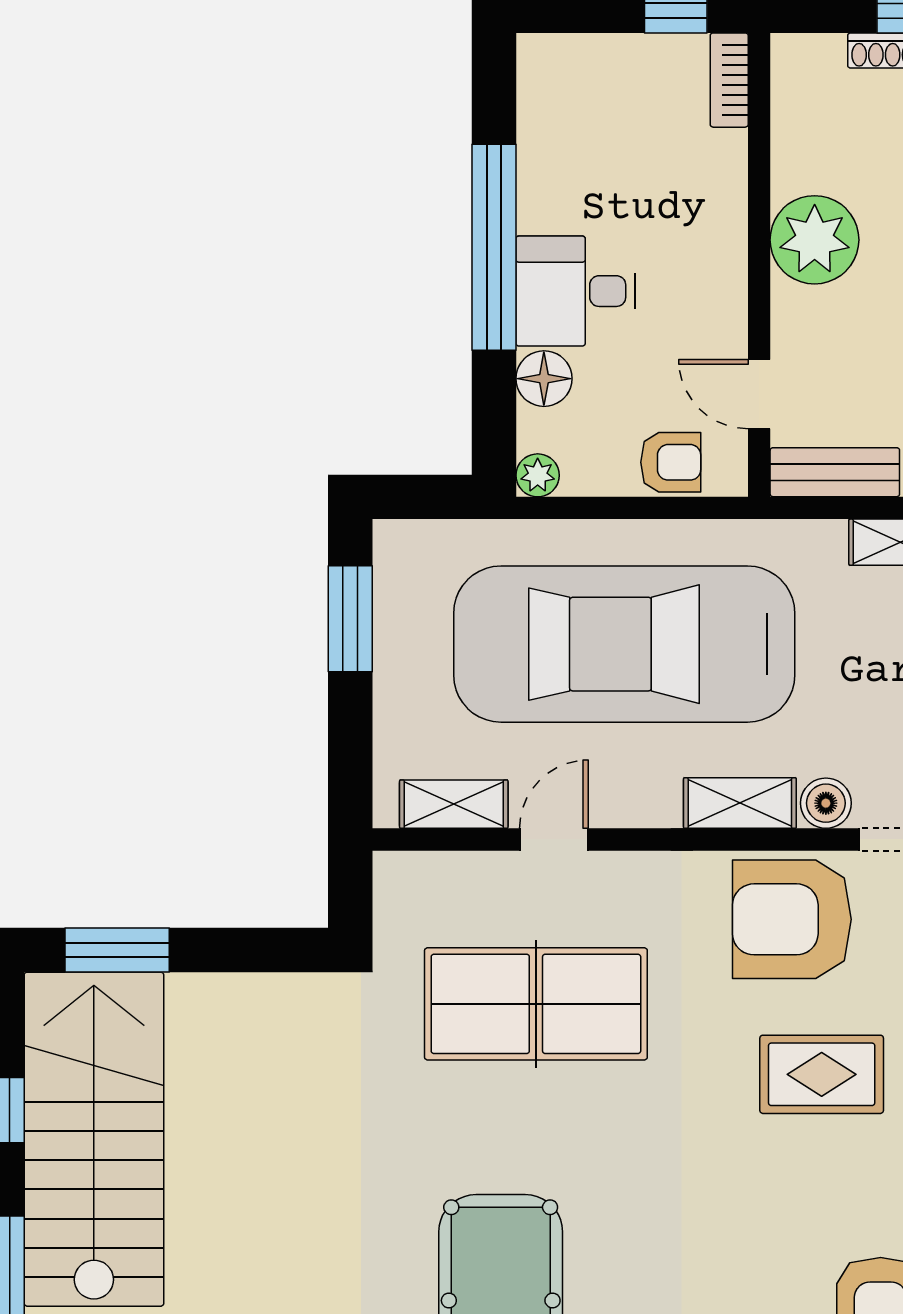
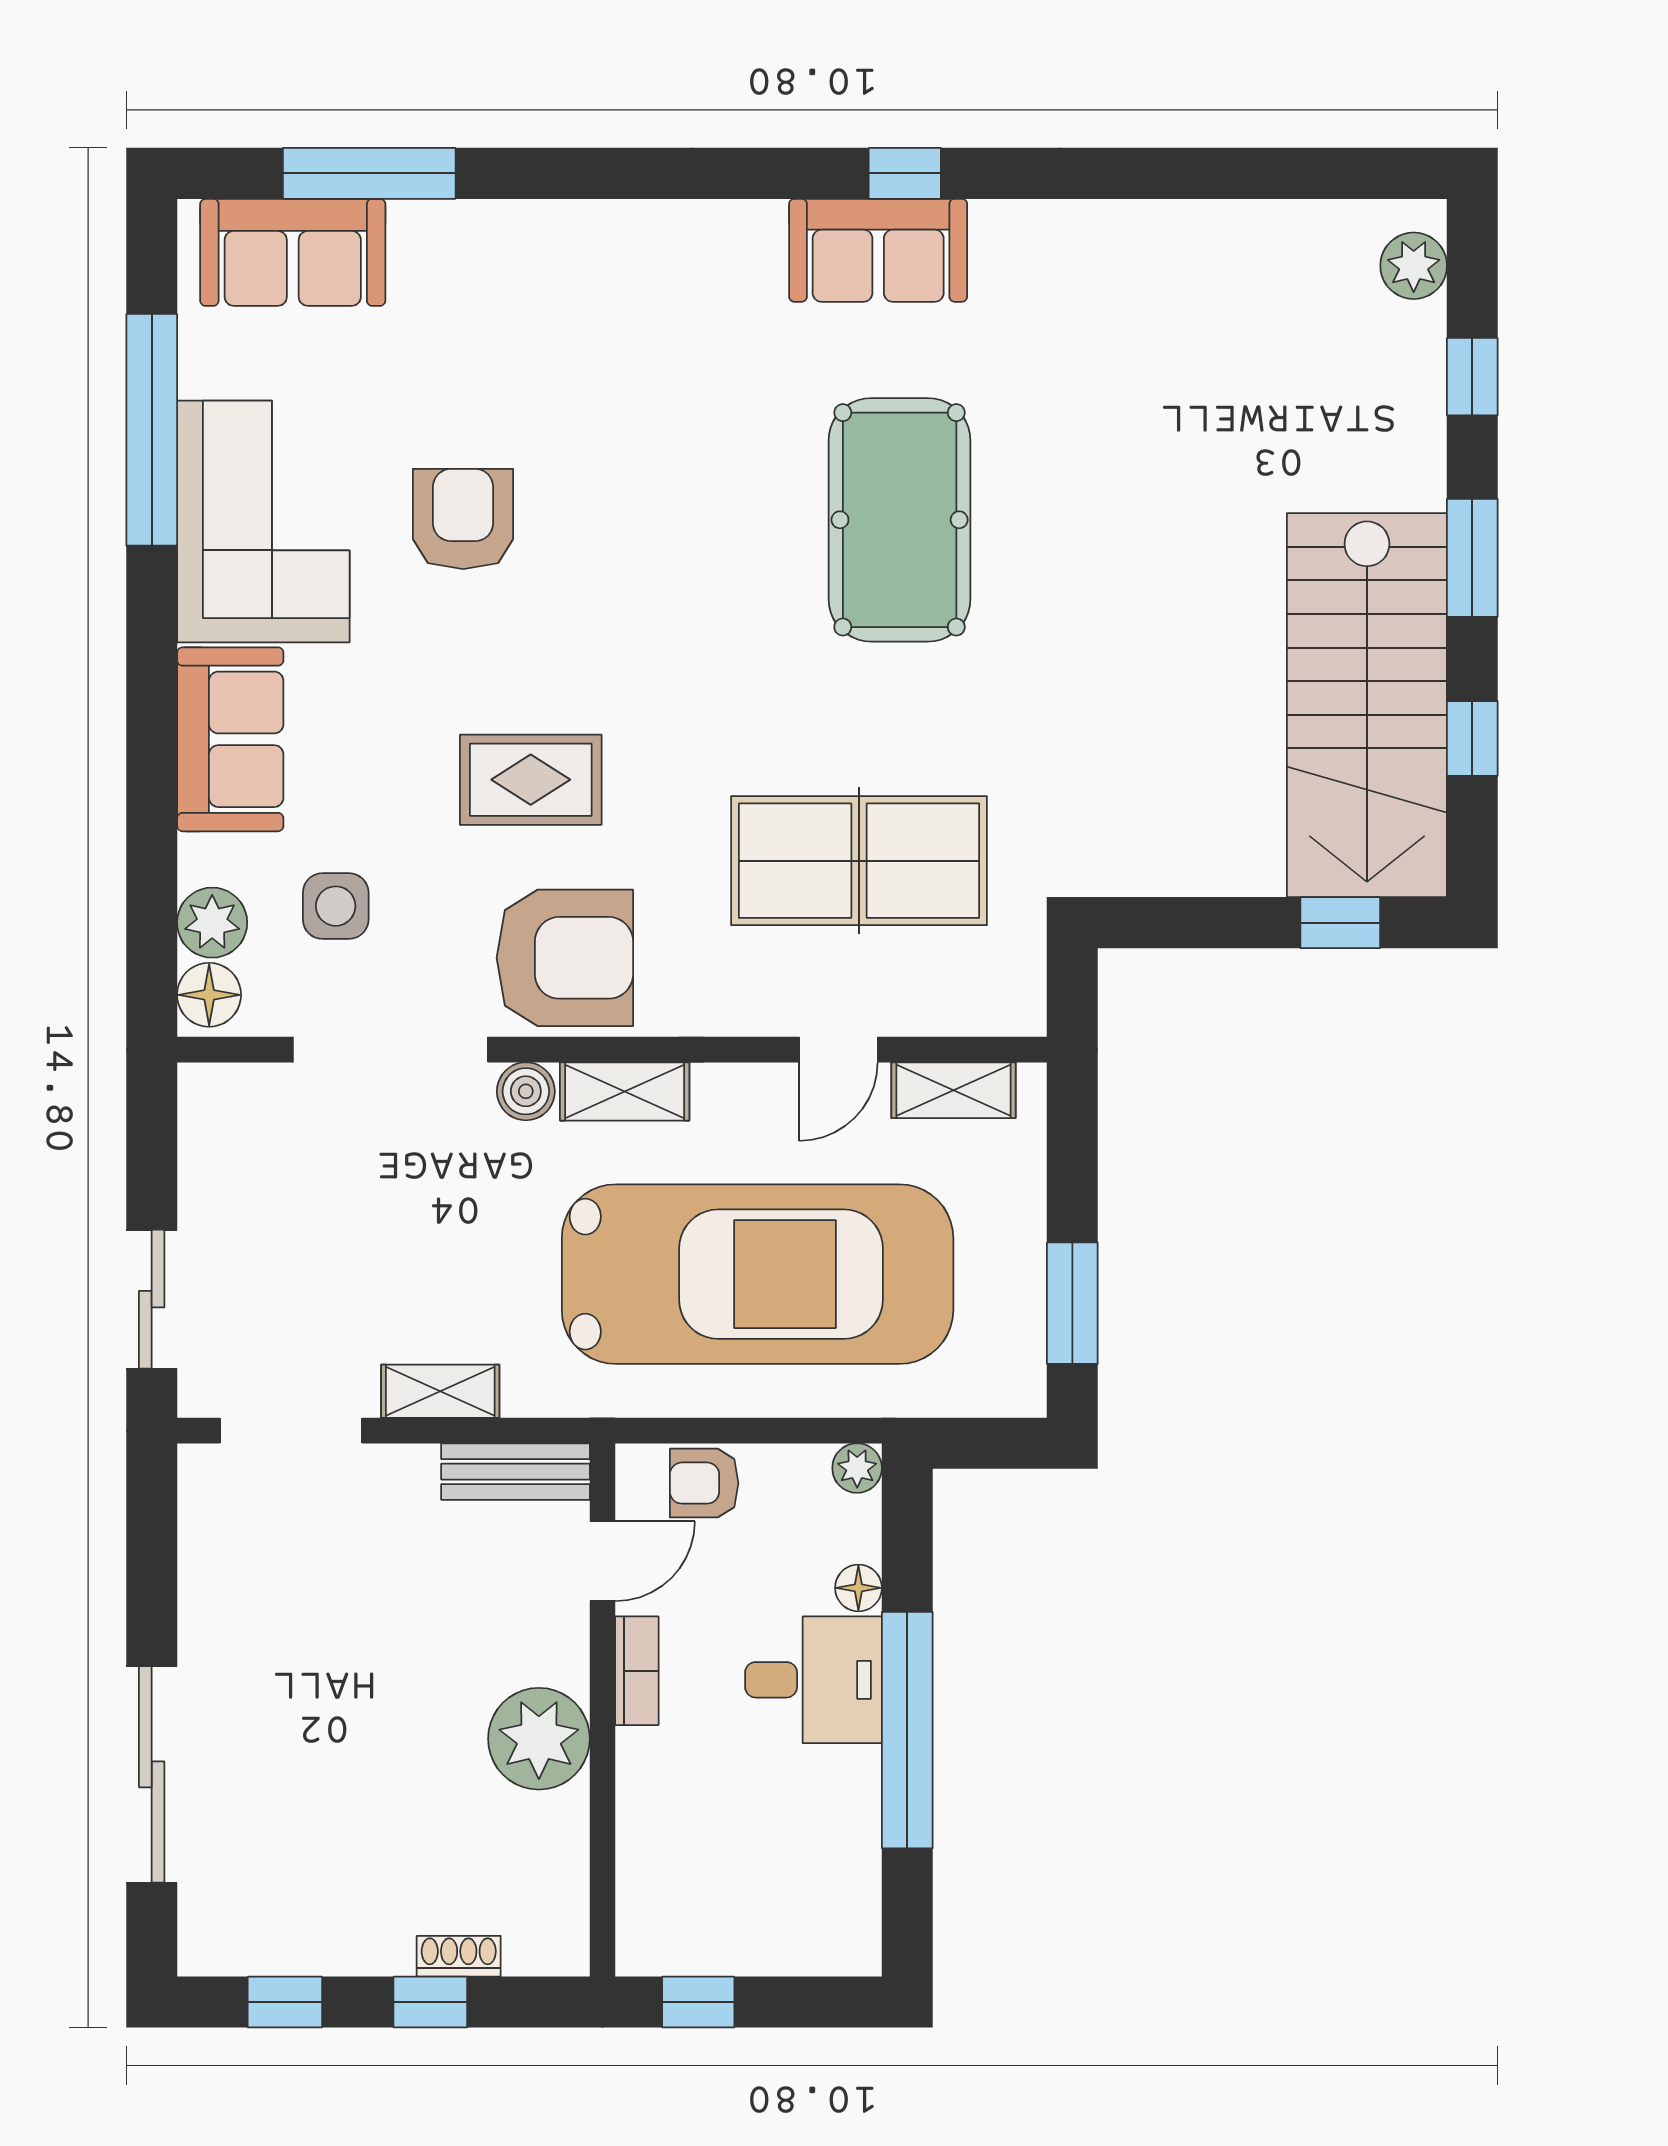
bookcase: (729, 80) -> (637, 1671), moved
floor lamp: (544, 379) -> (858, 1588), width x0.73, depth x0.73
door: (759, 394) -> (602, 1561), hinge flipped
window: (117, 950) -> (1340, 923), width x0.67

